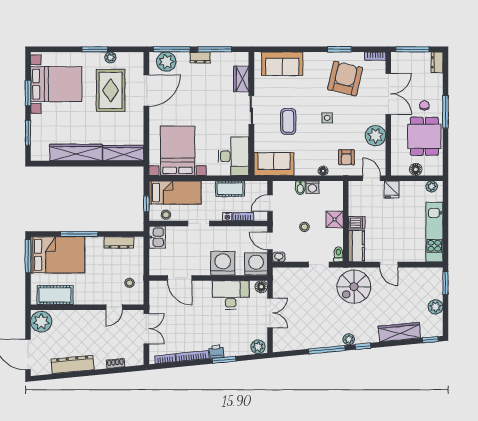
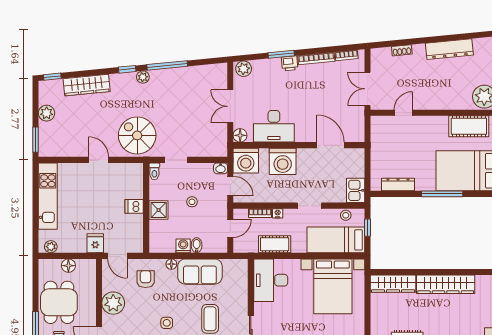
sofa: (274, 164) -> (200, 272), moved
kitchen counter: (356, 246) -> (134, 180), removed
stool: (129, 283) -> (386, 140), removed
spiral stairs: (354, 287) -> (137, 135), turned -90

